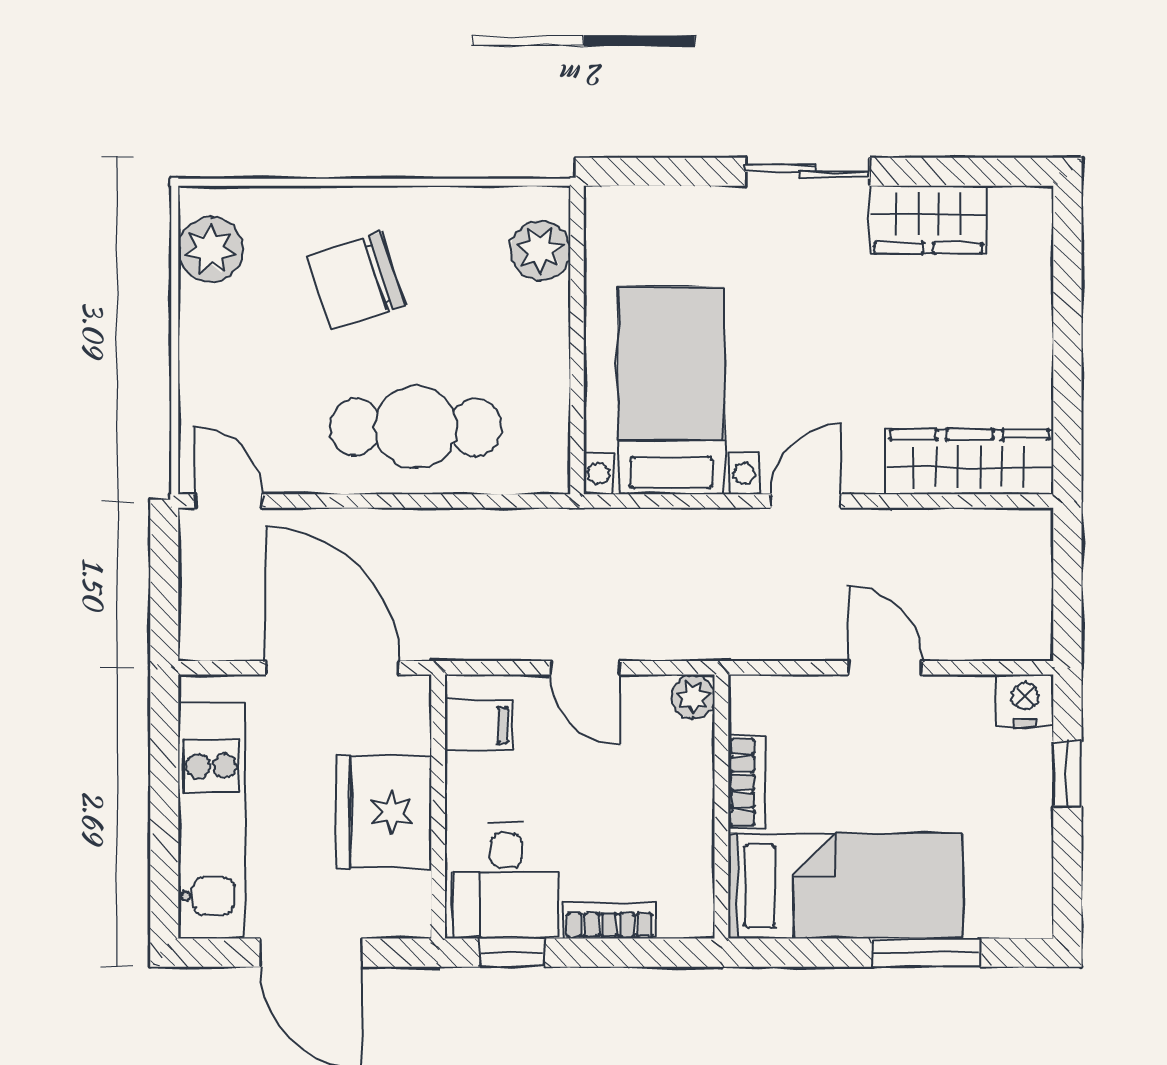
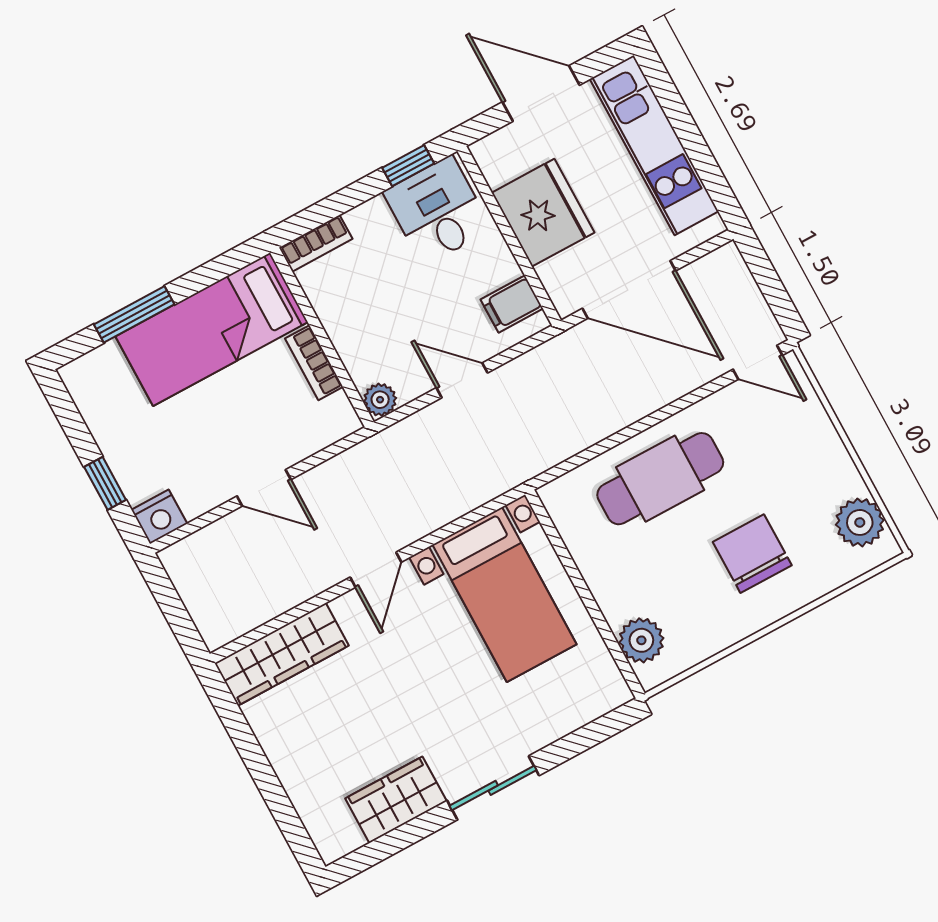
chair: (356, 281) -> (752, 554), turned -72
bookcase: (609, 920) -> (316, 243), moved

